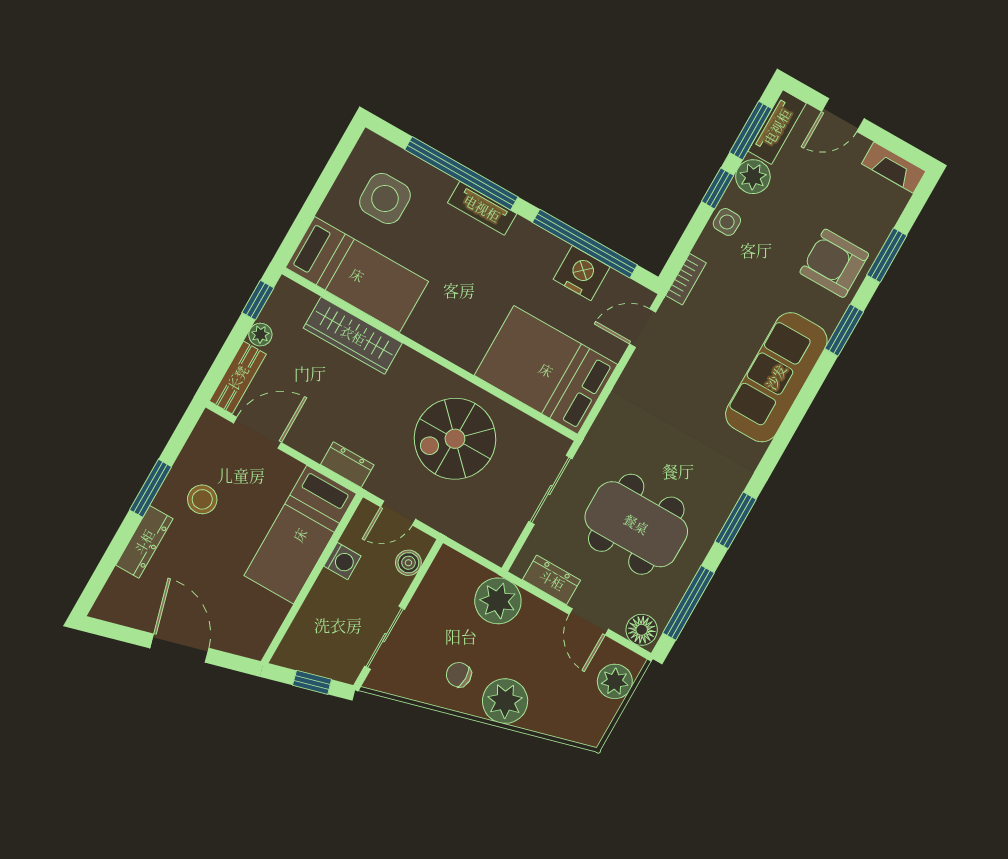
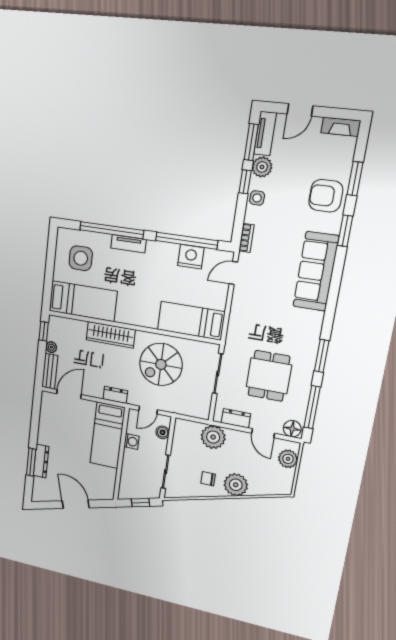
wardrobe: (353, 335) -> (111, 335), moved
bed: (546, 370) -> (191, 321), width x0.67
window: (151, 488) -> (31, 462), moved
stool: (202, 499) -> (58, 433), removed
dining table: (636, 524) -> (269, 376), width x0.73

